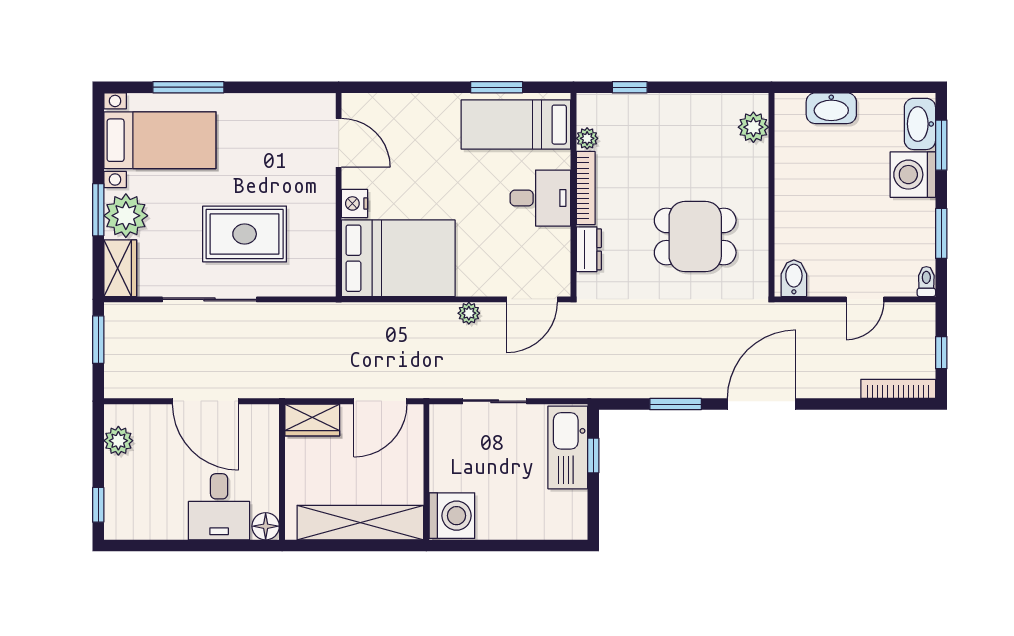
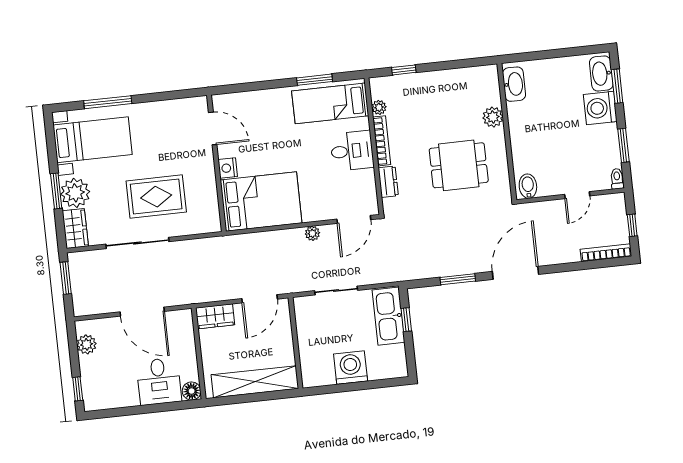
washbasin: (831, 108) -> (514, 84), moved, turned -90
plant: (753, 127) -> (493, 117), moved
washing machine: (452, 516) -> (351, 368), moved, turned -90

